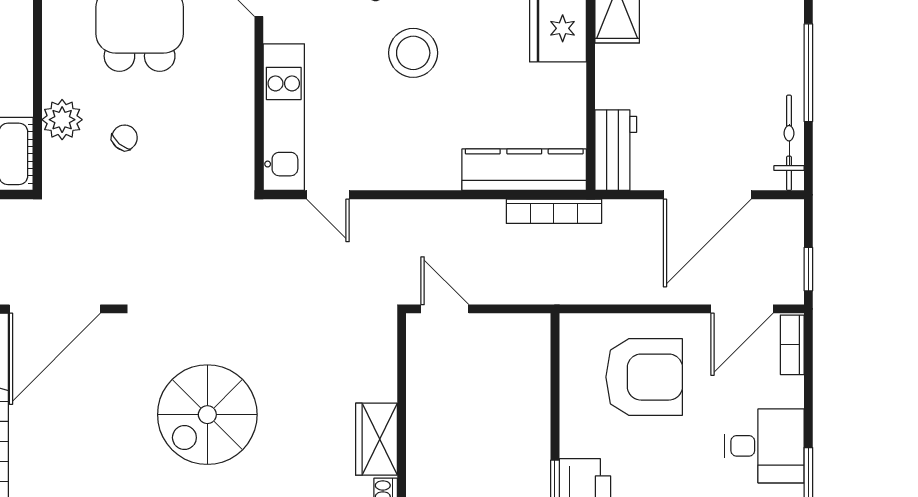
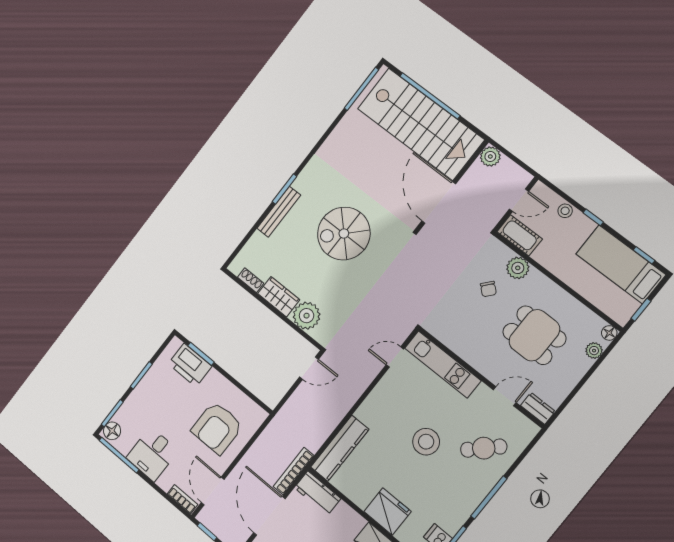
bookcase: (554, 211) -> (294, 471), moved
plant: (371, 374) -> (307, 316), added
spiral stairs: (207, 415) -> (344, 234), turned -90

